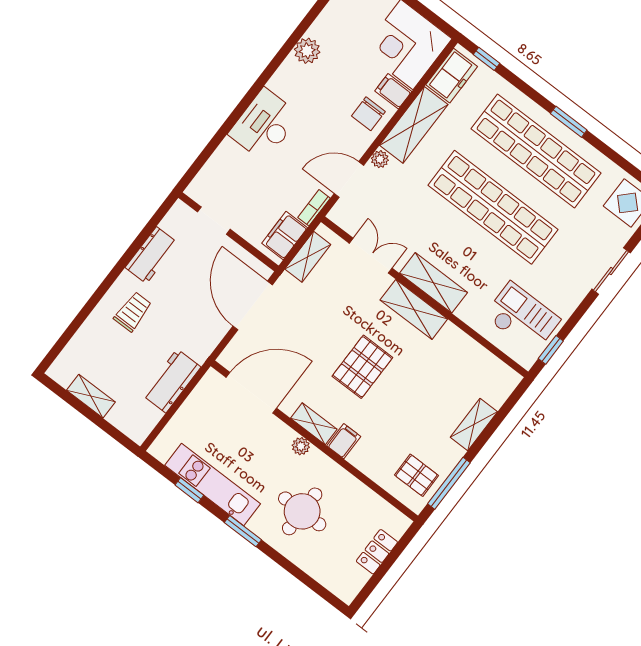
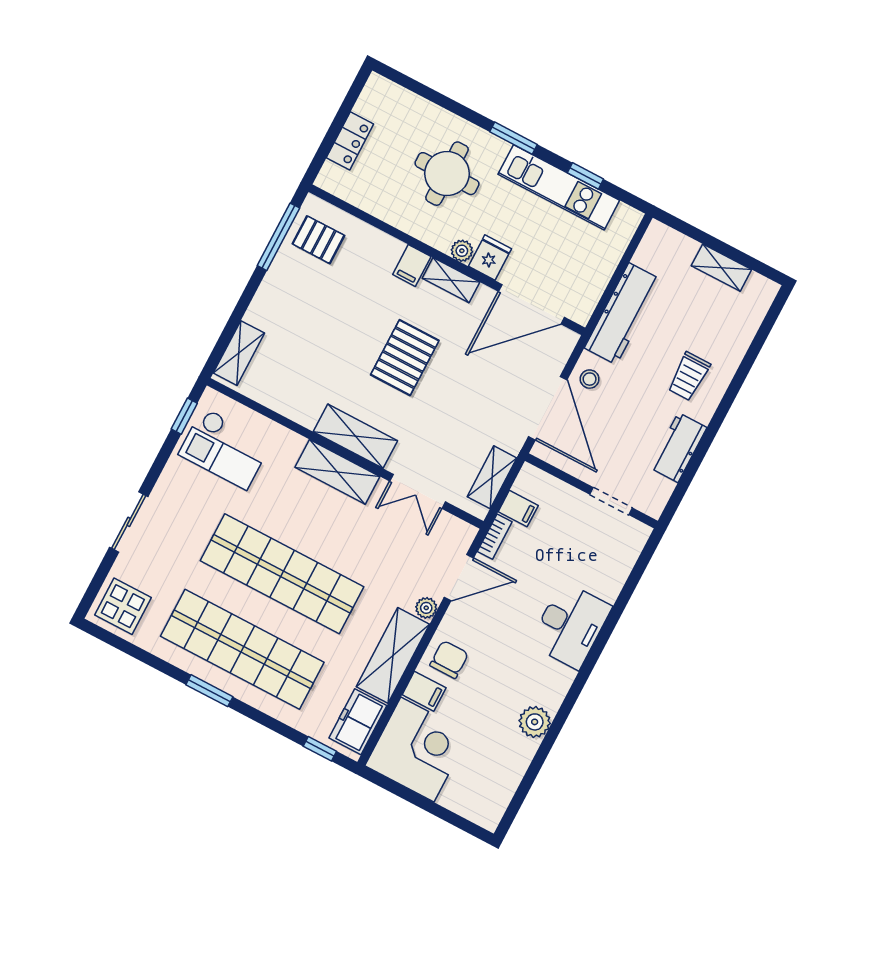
filing cabinet: (285, 236) -> (518, 509), width x0.50
stool: (214, 323) -> (590, 379), added
workbench: (171, 381) -> (623, 314), width x1.38
shelving: (474, 425) -> (239, 353), moved
fridge: (279, 437) -> (490, 257), added

